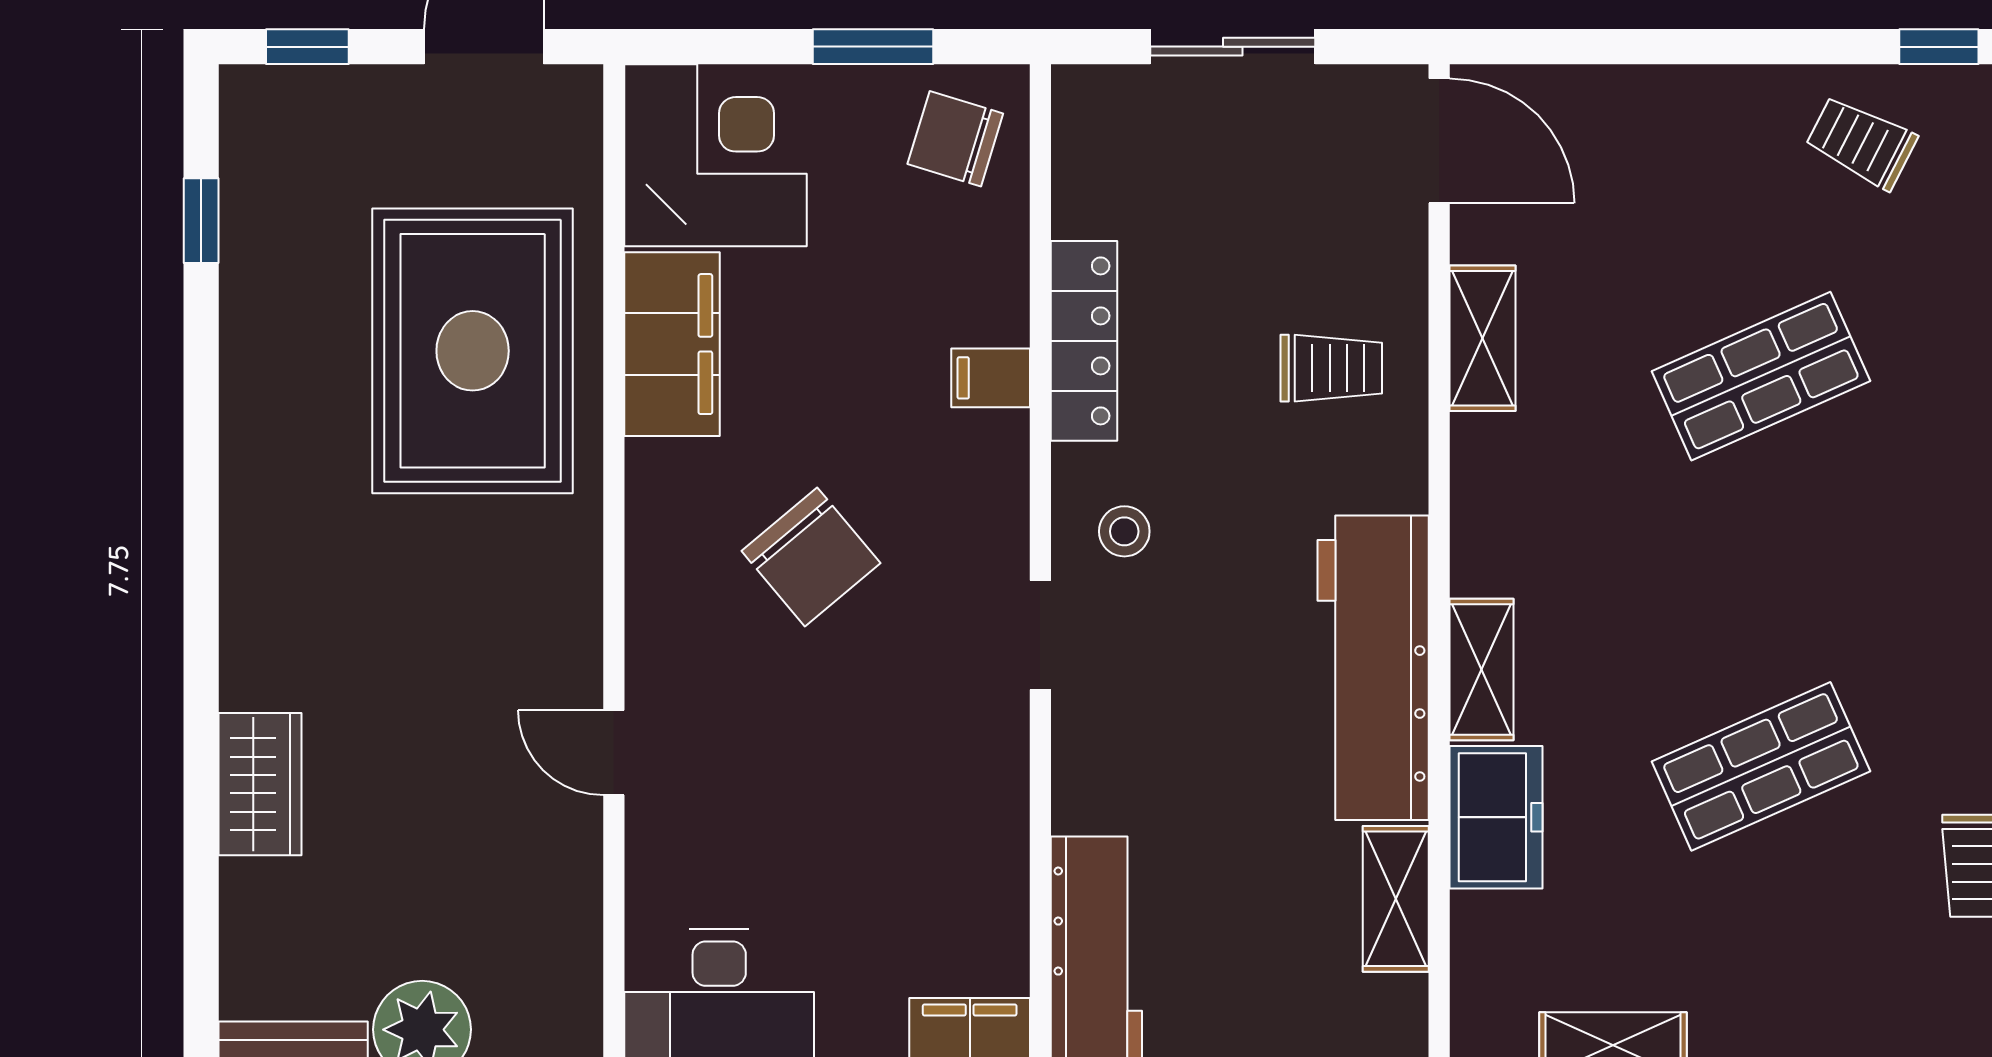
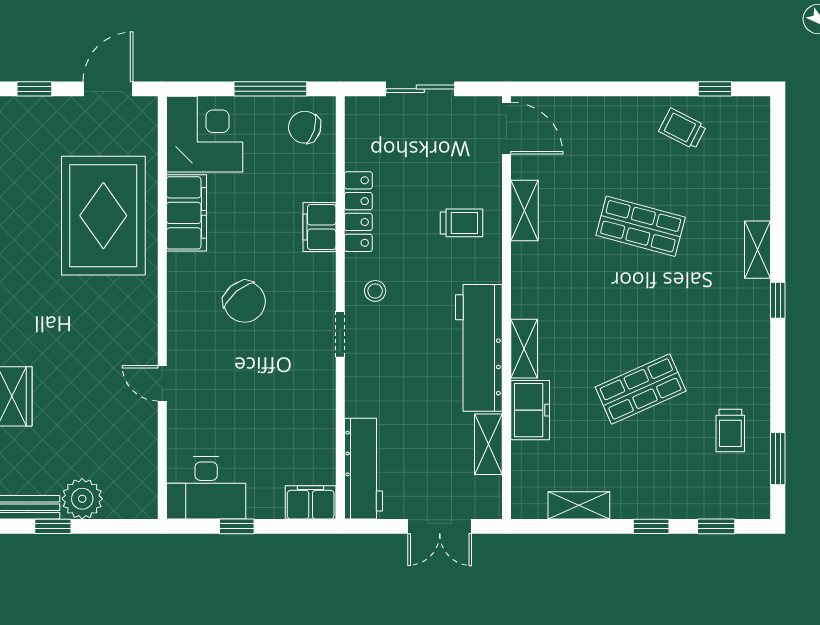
window: (873, 47) -> (270, 89), width x1.44
shop shelf: (1761, 376) -> (641, 226), turned 39
filing cabinet: (991, 378) -> (319, 227), width x2.00

